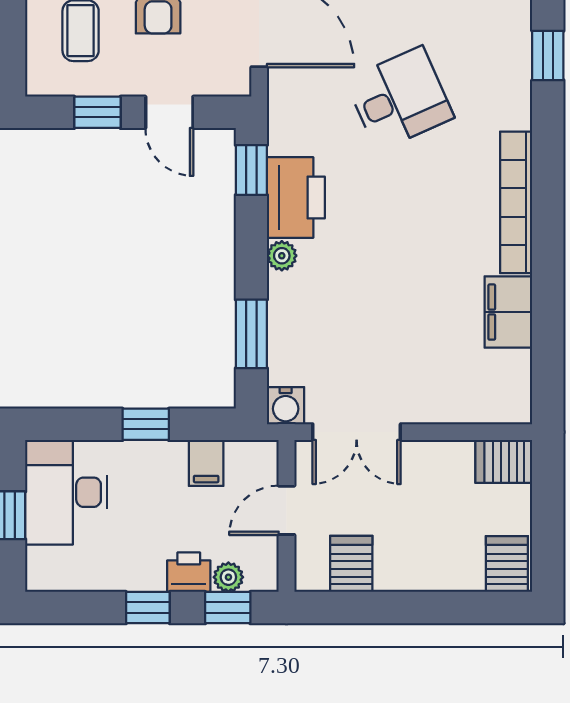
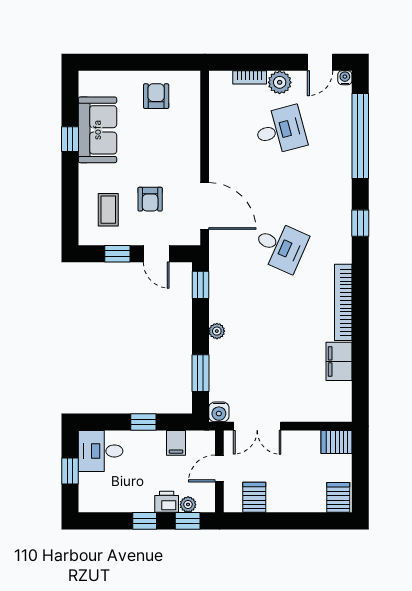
desk: (400, 99) -> (280, 246), turned 48
printer: (296, 198) -> (224, 300), removed
desk: (66, 492) -> (101, 451), width x0.73

